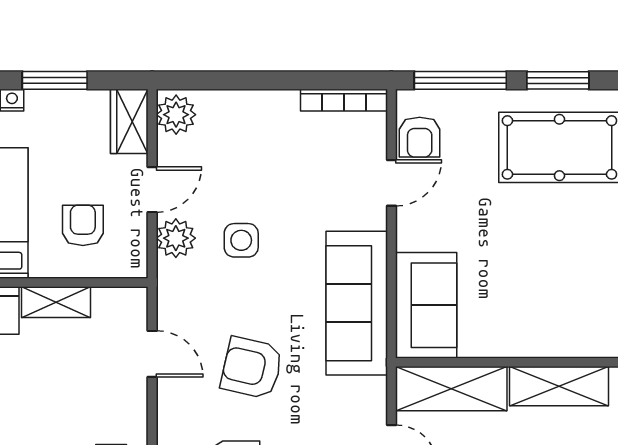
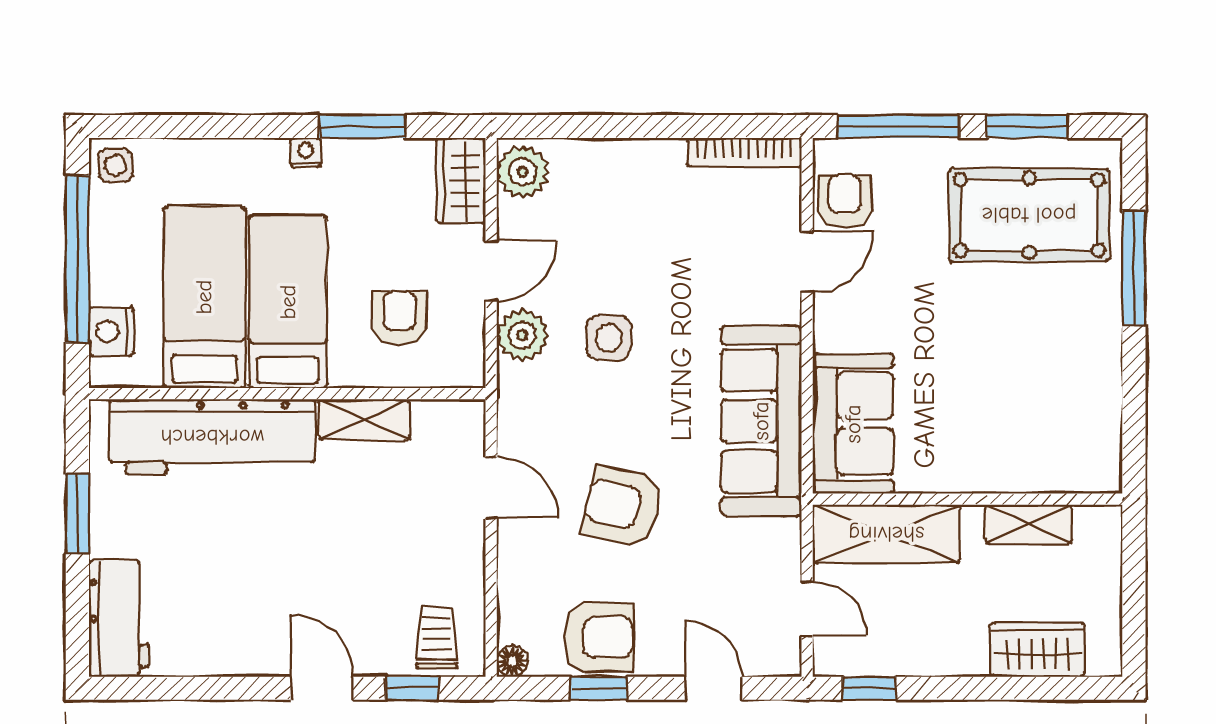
armchair: (420, 137) -> (844, 201), turned 180
shelving: (559, 386) -> (1029, 524), width x0.67, depth x0.75

